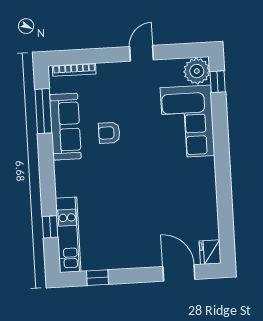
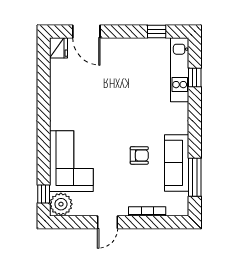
bookcase: (74, 70) -> (147, 211), moved

